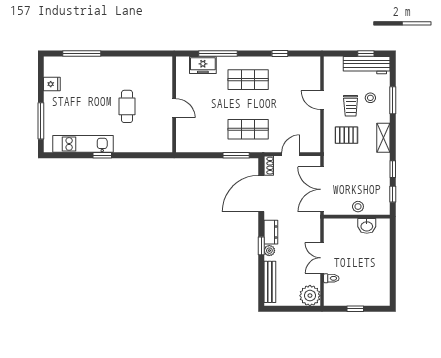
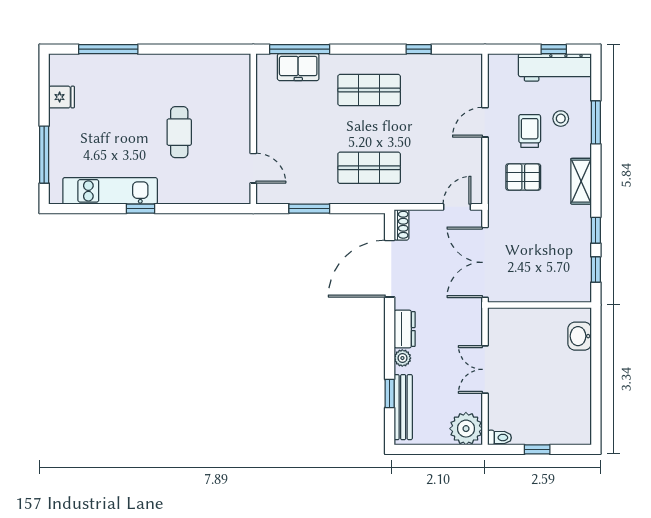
window: (218, 54) -> (300, 49), moved
door: (322, 100) -> (485, 122), hinge flipped
trolley: (351, 106) -> (530, 131), turned 180
door: (174, 108) -> (253, 168), moved
door: (291, 154) -> (457, 207), moved
window: (236, 155) -> (309, 209), moved
stool: (358, 207) -> (541, 289), removed
washbasin: (367, 226) -> (580, 336), moved, turned 90
window: (261, 246) -> (390, 394), moved
toilet: (331, 278) -> (500, 438), moved

